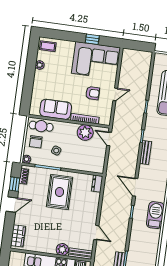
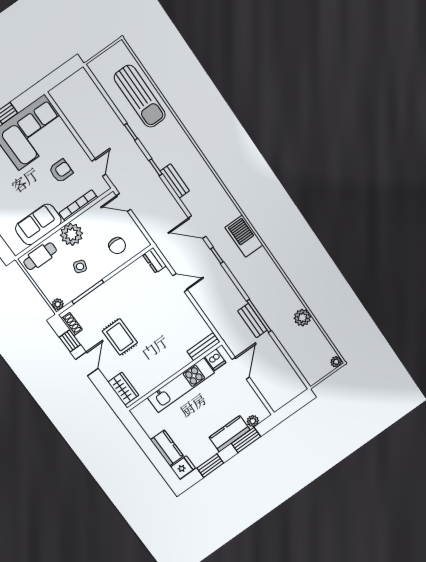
door: (115, 94) -> (99, 168), moved
plant: (85, 132) -> (72, 234), moved
chair: (36, 142) -> (117, 246), moved
rug: (59, 192) -> (120, 337), moved, width x0.73, depth x0.70
door: (96, 233) -> (180, 283), moved
plant: (62, 249) -> (181, 360), removed

